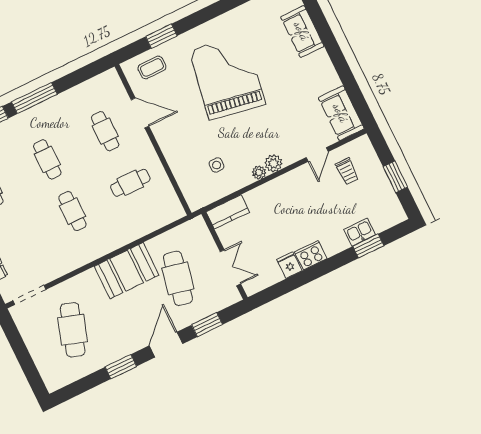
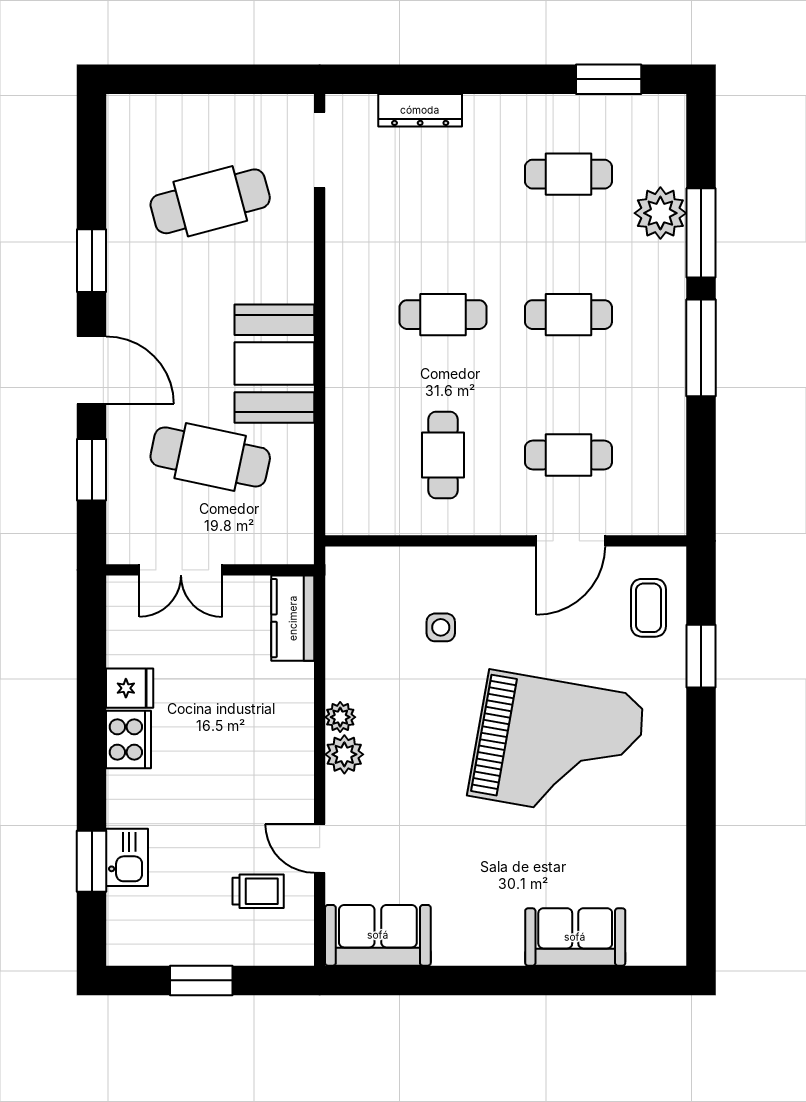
side table: (217, 165) -> (441, 627), moved
trolley: (347, 171) -> (258, 891), turned 180
cafe table: (73, 330) -> (210, 201), turned -33

